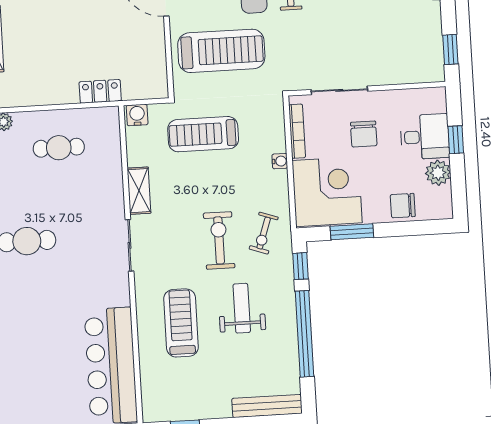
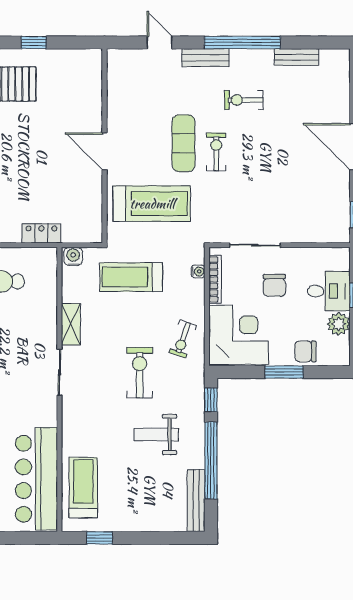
water cooler: (280, 161) -> (198, 271), moved
window: (352, 232) -> (284, 372), moved
exercise bike: (264, 233) -> (183, 339), moved
weight bench: (242, 308) -> (156, 434), turned -90
treadmill: (181, 323) -> (83, 488), moved
bench: (267, 406) -> (196, 501), moved, turned 90

